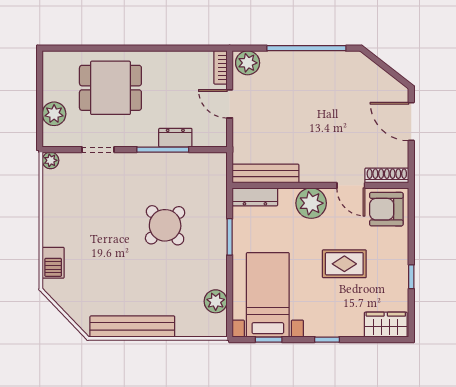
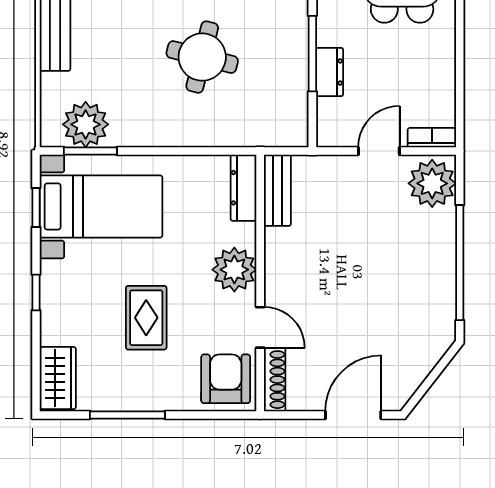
plant: (248, 63) -> (432, 183), width x1.36, depth x1.36
bench: (266, 174) -> (277, 190), width x0.73
door: (351, 185) -> (260, 327), swing flipped
round table: (165, 225) -> (202, 57), turned -33
window: (230, 237) -> (90, 151), moved
window: (411, 277) -> (127, 415), width x2.17
plant: (216, 301) -> (86, 124), width x1.36, depth x1.36

